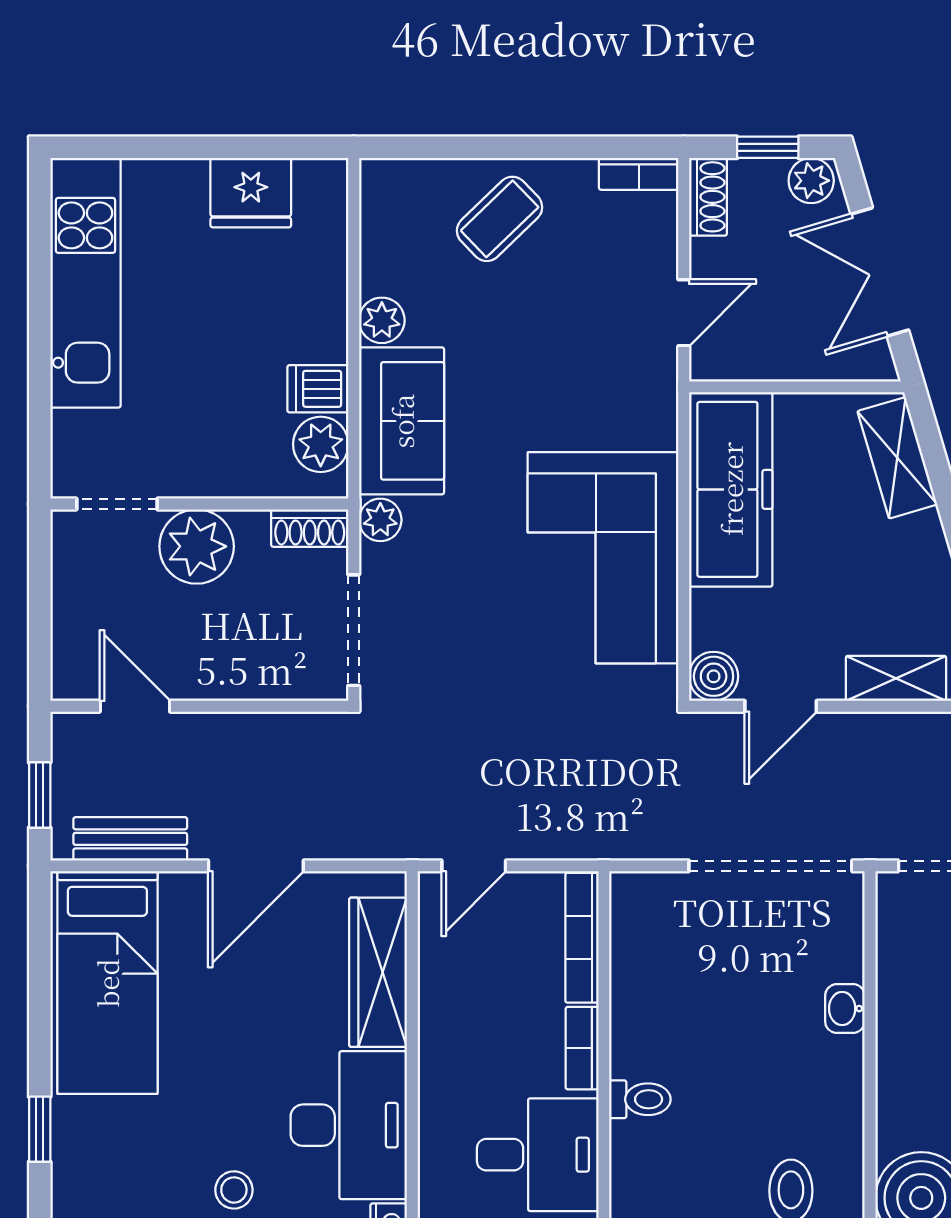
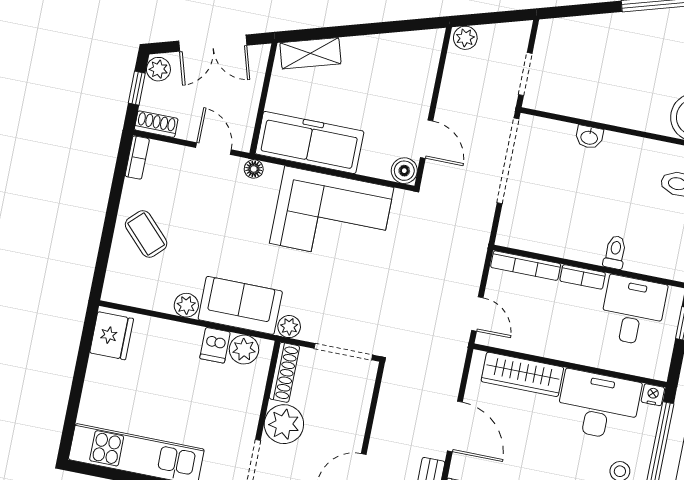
fridge: (251, 193) -> (112, 336), moved
floor lamp: (661, 395) -> (254, 169), added
shoe rack: (310, 528) -> (284, 372), width x1.43
shelving: (896, 678) -> (424, 77), removed

